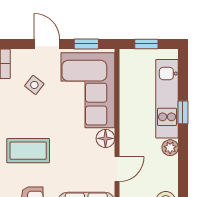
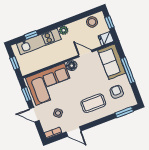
door: (47, 44) -> (34, 115), hinge flipped
window: (183, 112) -> (31, 35), moved
coffee table: (28, 151) -> (93, 103), turned 90

